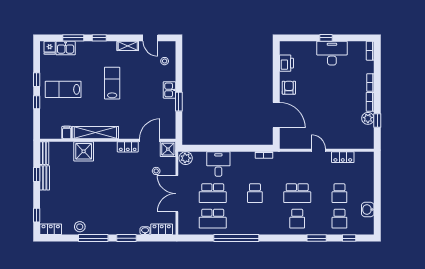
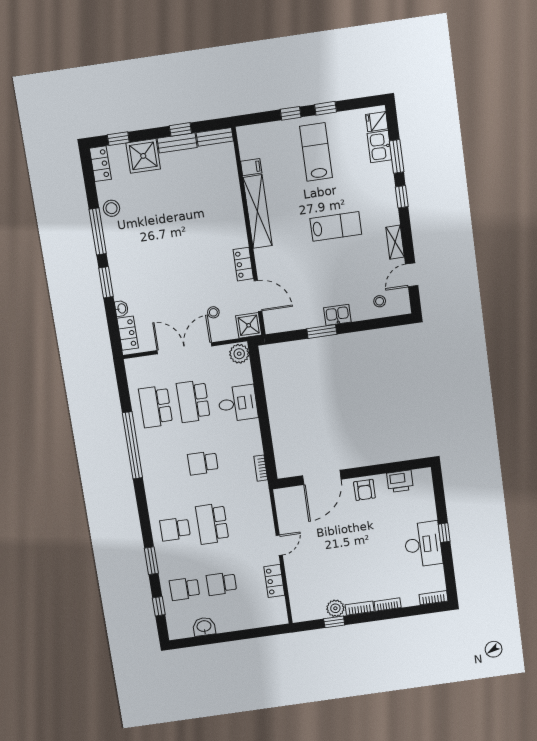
armchair: (289, 88) -> (364, 490), turned 90
shower: (84, 151) -> (143, 156), moved

